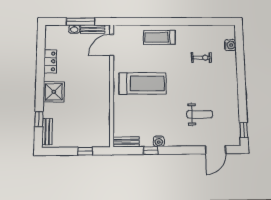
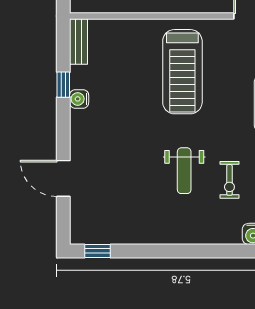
weight bench: (200, 114) -> (184, 171), moved
door: (216, 150) -> (63, 178), moved

